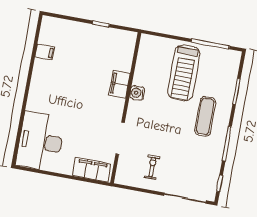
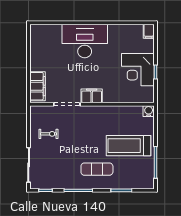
corner desk: (94, 45) -> (138, 70), added
filing cabinet: (45, 52) -> (149, 31), moved
filing cabinet: (120, 84) -> (92, 96), moved
water cooler: (137, 93) -> (149, 111), moved
desk: (40, 142) -> (85, 41), moved

